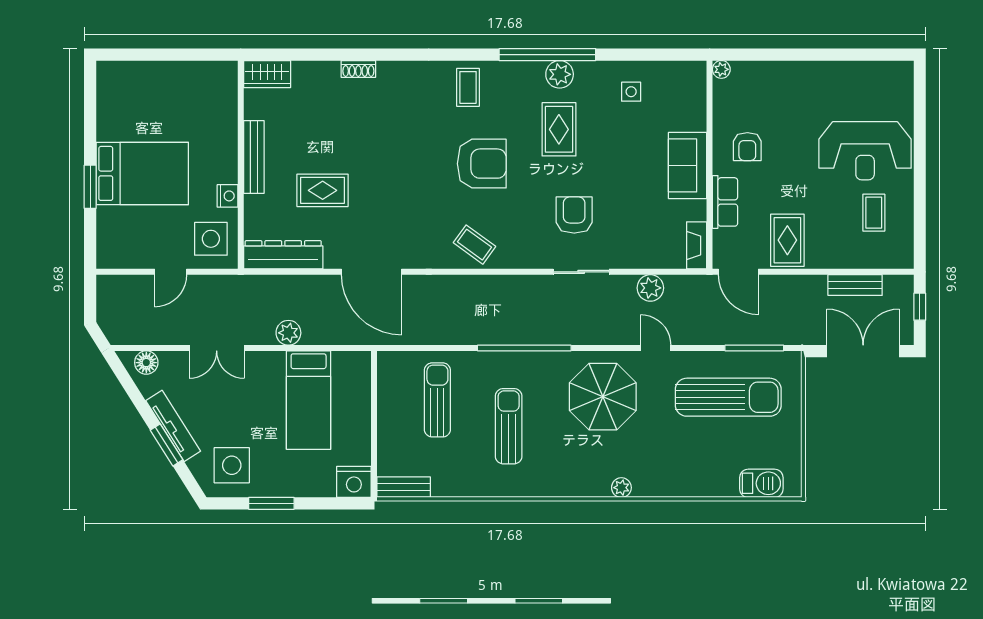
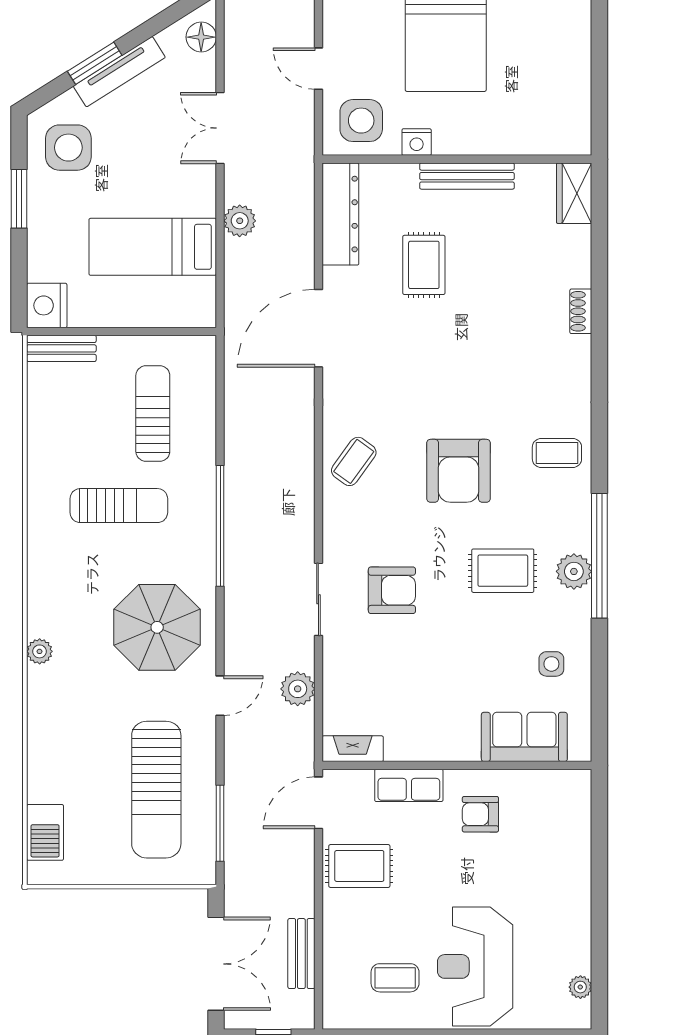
plant: (721, 69) -> (580, 987), moved
sofa: (688, 165) -> (524, 737), moved
sun lounger: (437, 400) -> (153, 413), turned -90
bench: (404, 487) -> (61, 348), moved, turned 90

